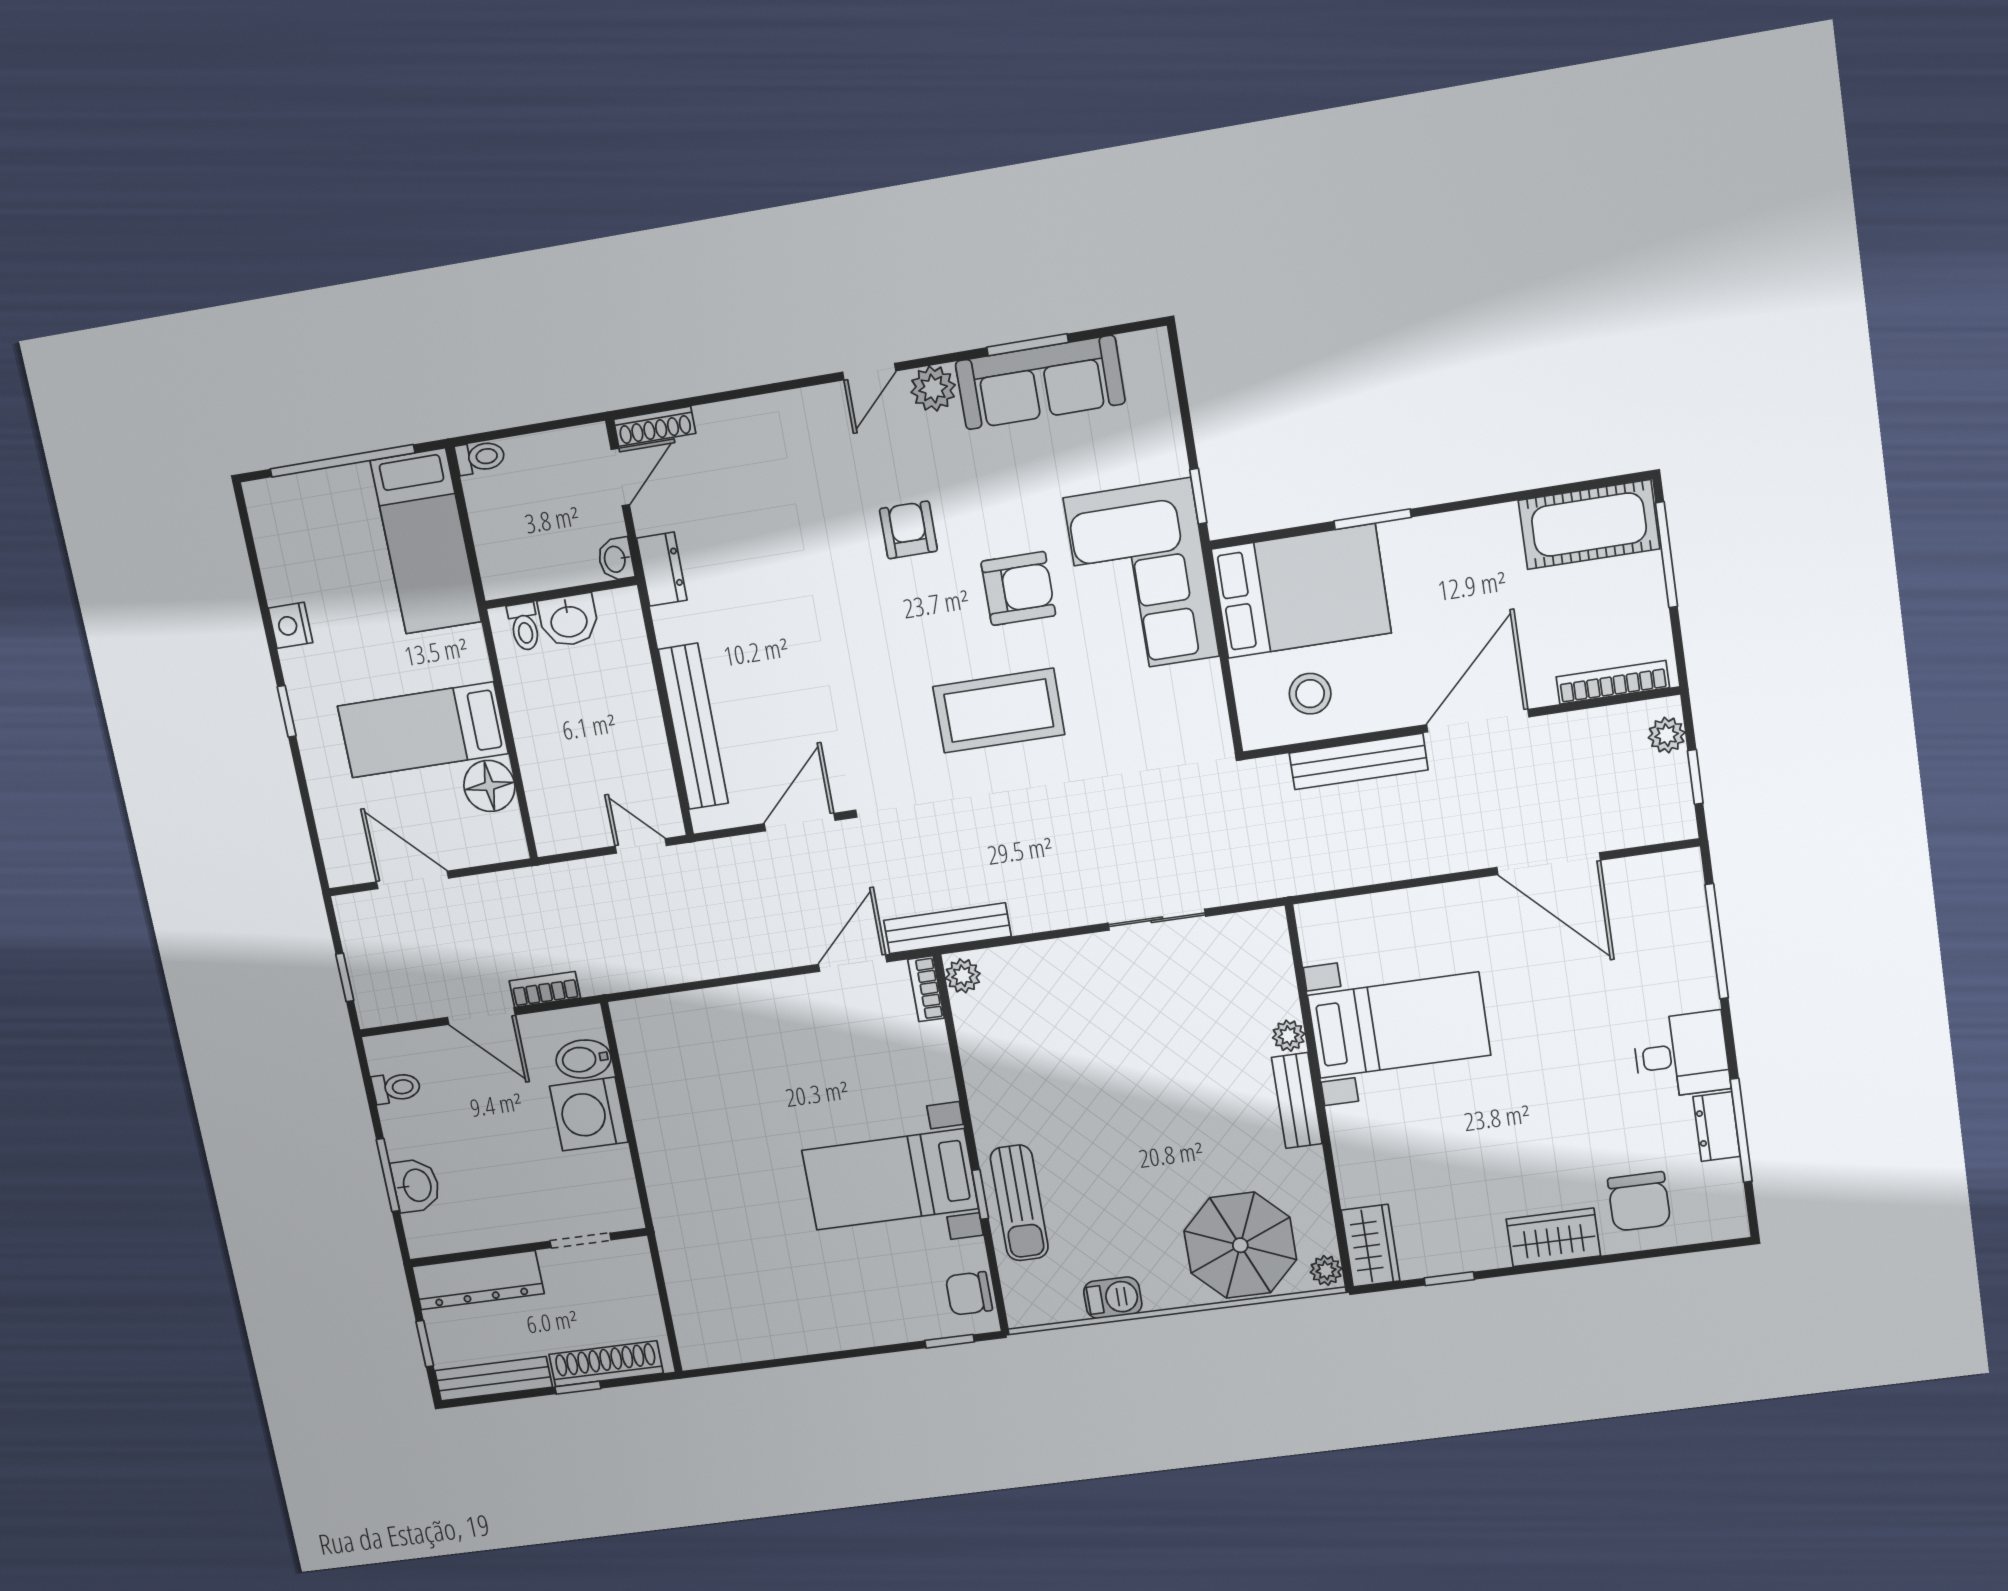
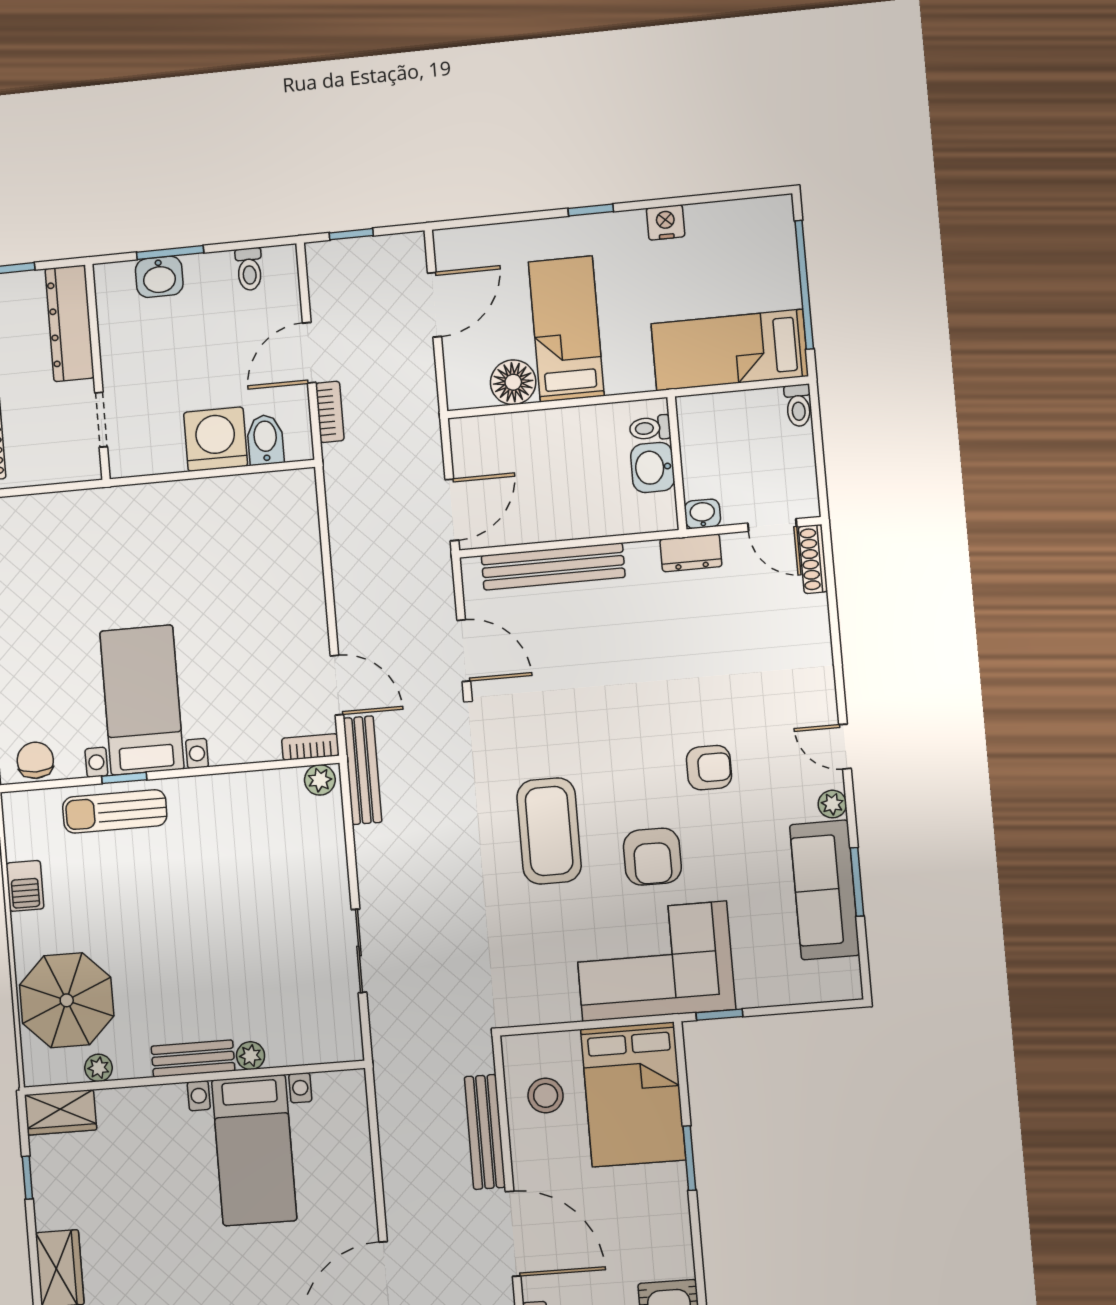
plant: (933, 389) -> (832, 804), width x0.73, depth x0.73
door: (641, 846) -> (452, 510), width x1.38
plant: (1326, 1270) -> (98, 1068), moved

